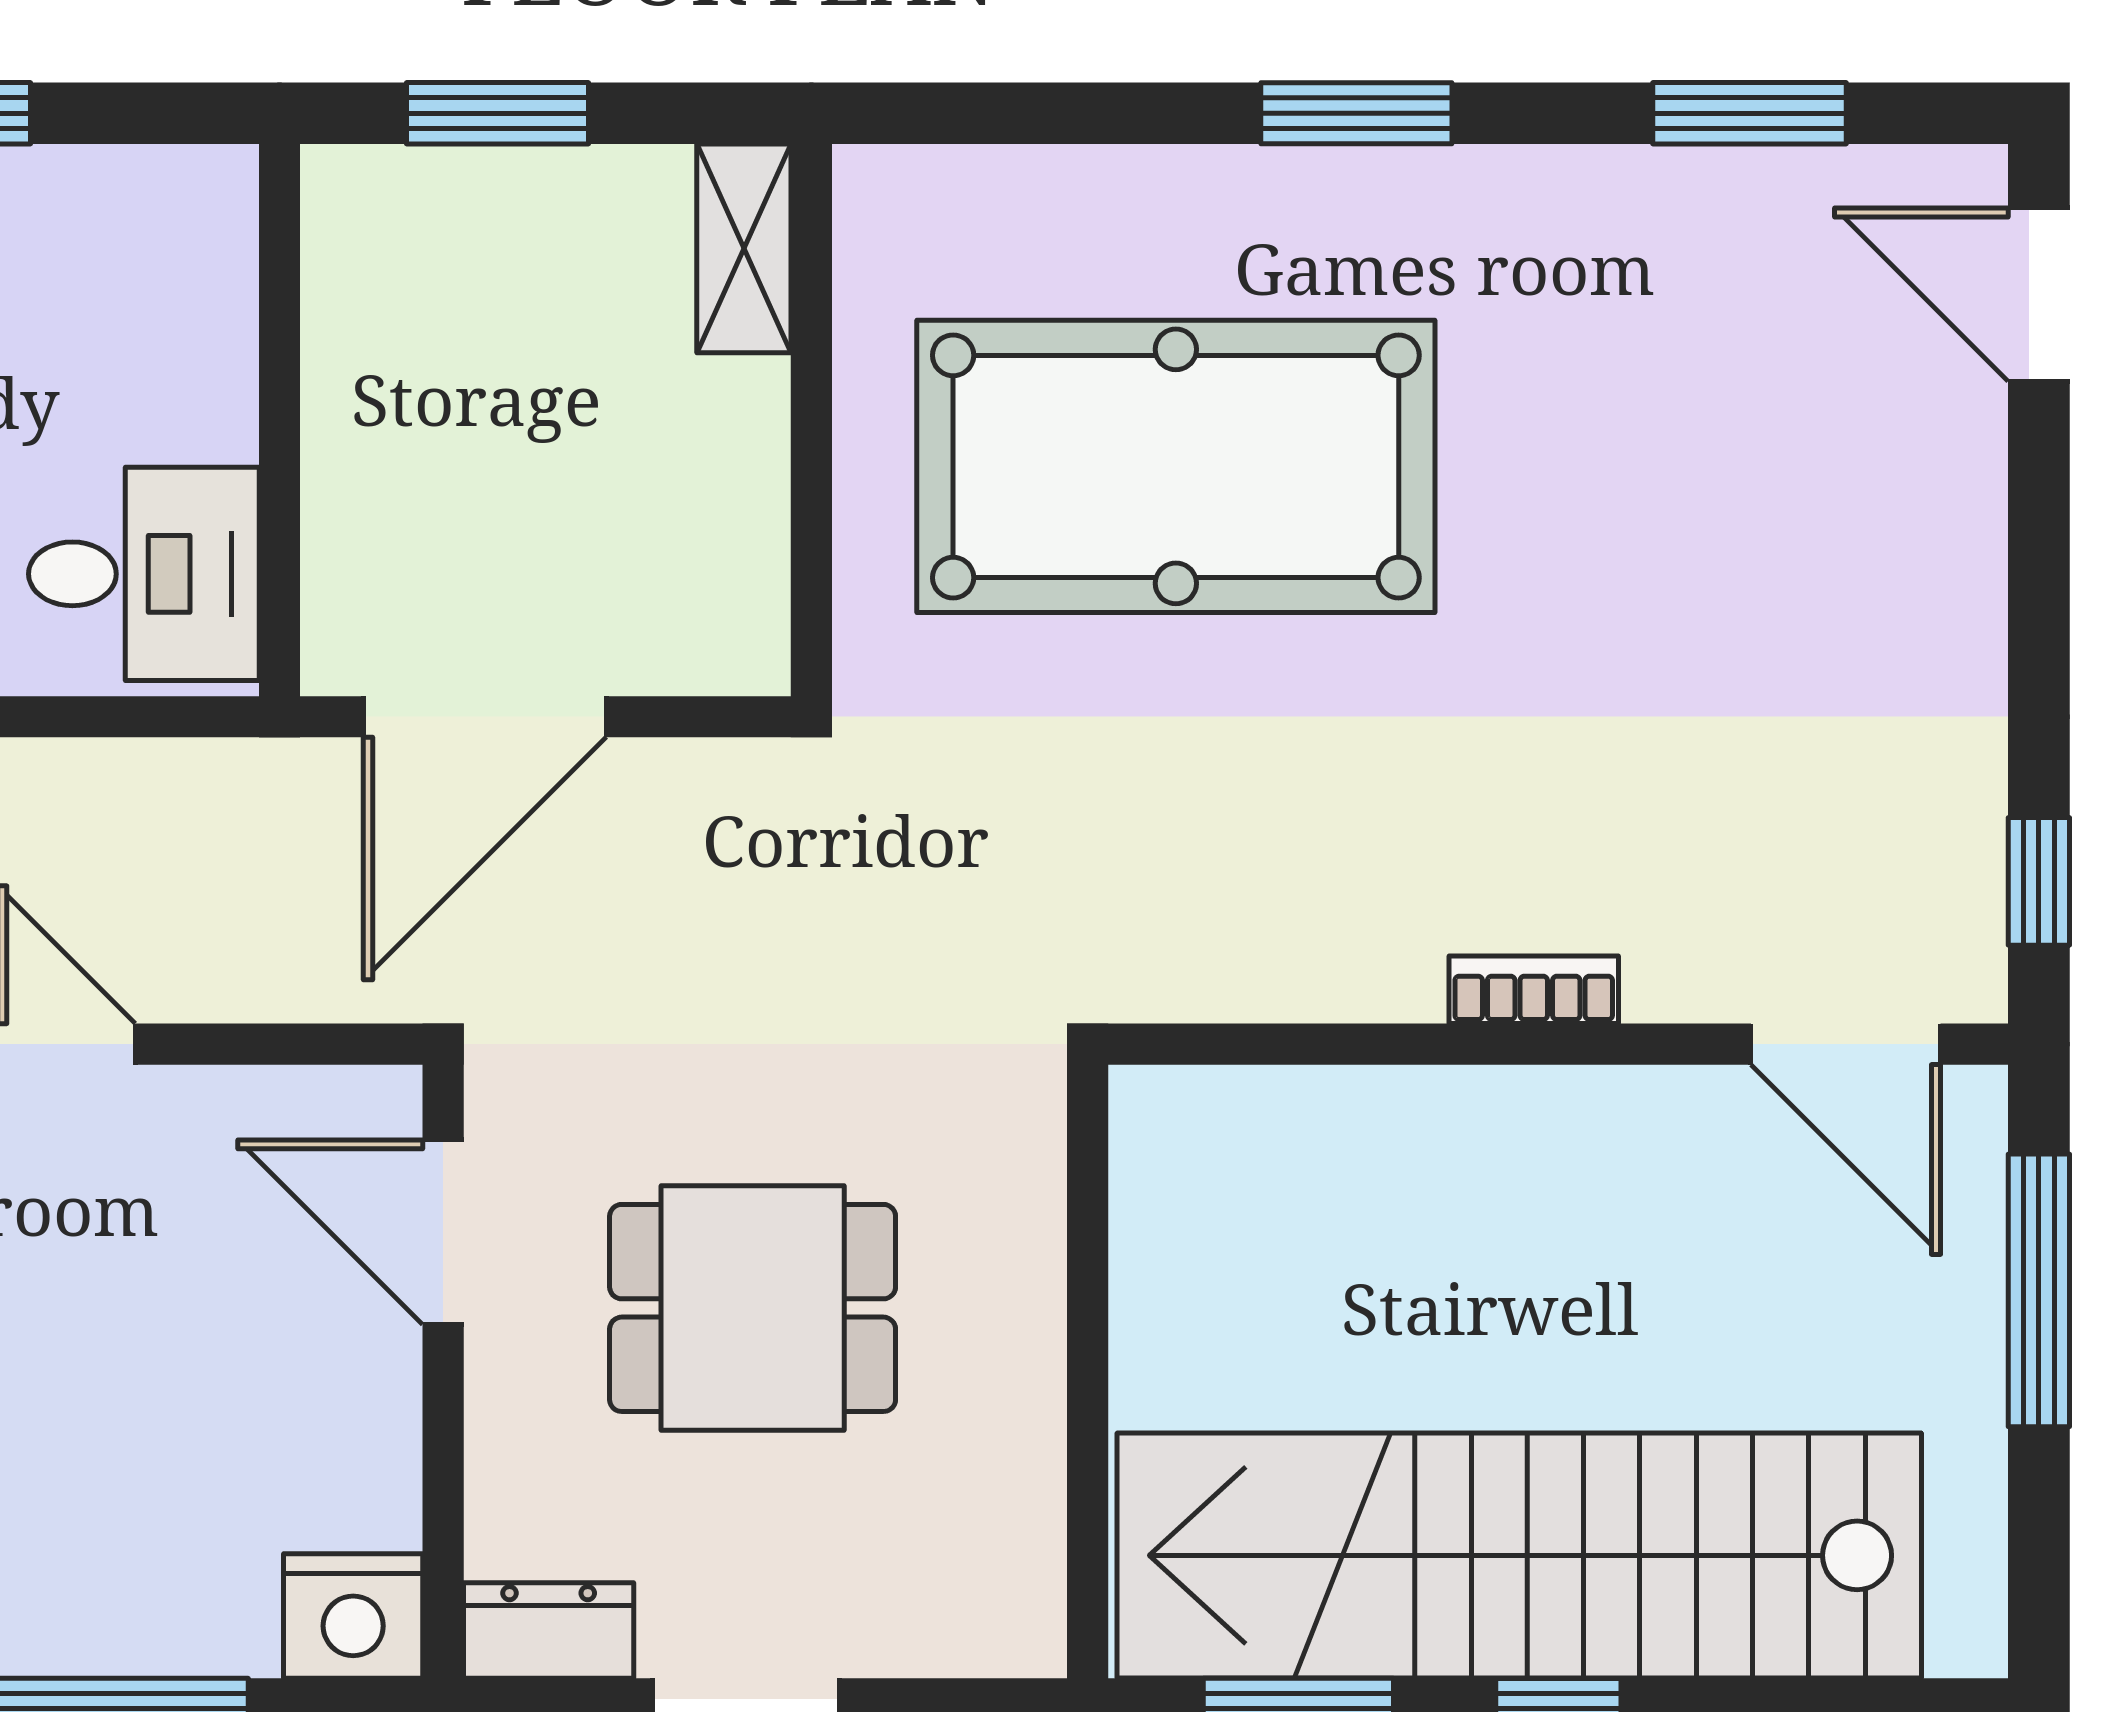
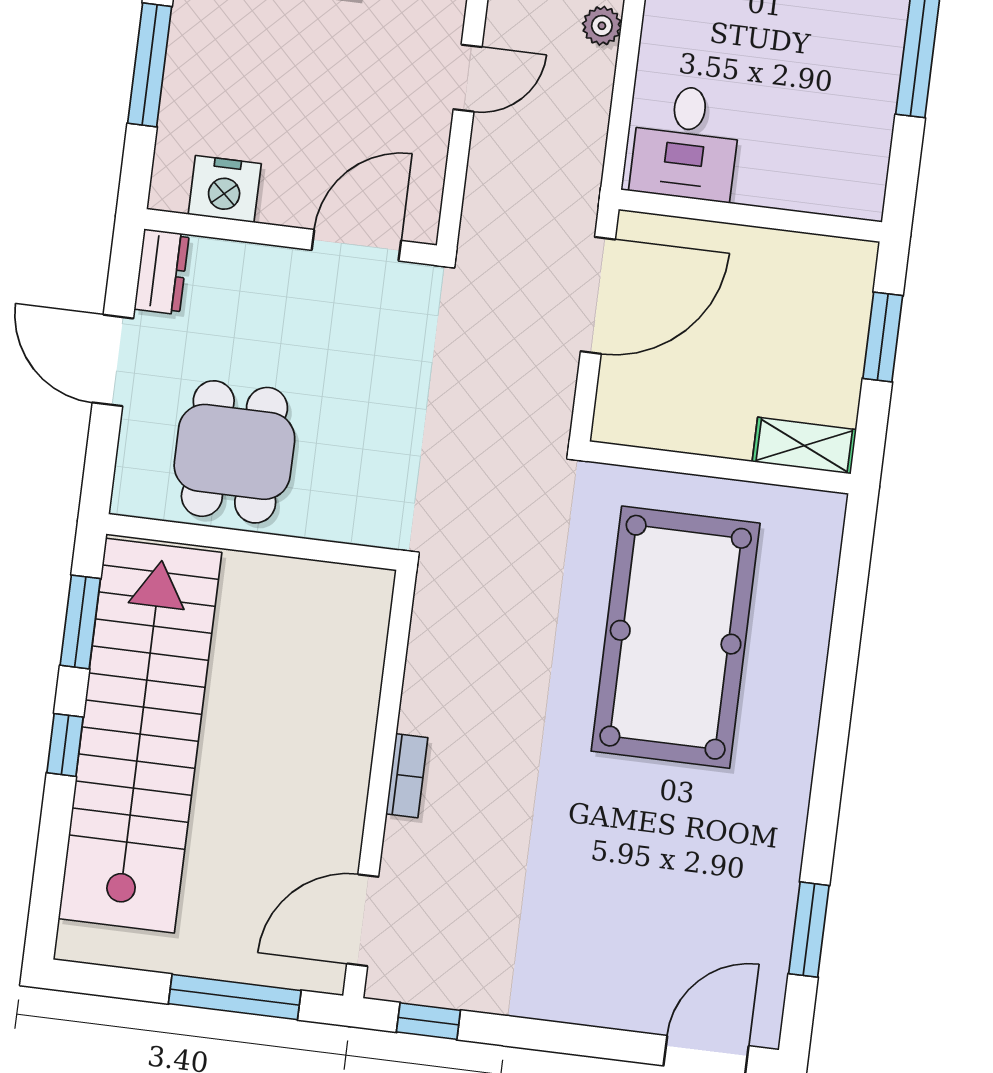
window: (1356, 113) -> (832, 743), removed
door: (485, 717) -> (598, 295), swing flipped
dining table: (753, 1308) -> (234, 452), moved
nightstand: (353, 1616) -> (225, 189), moved, turned -90

